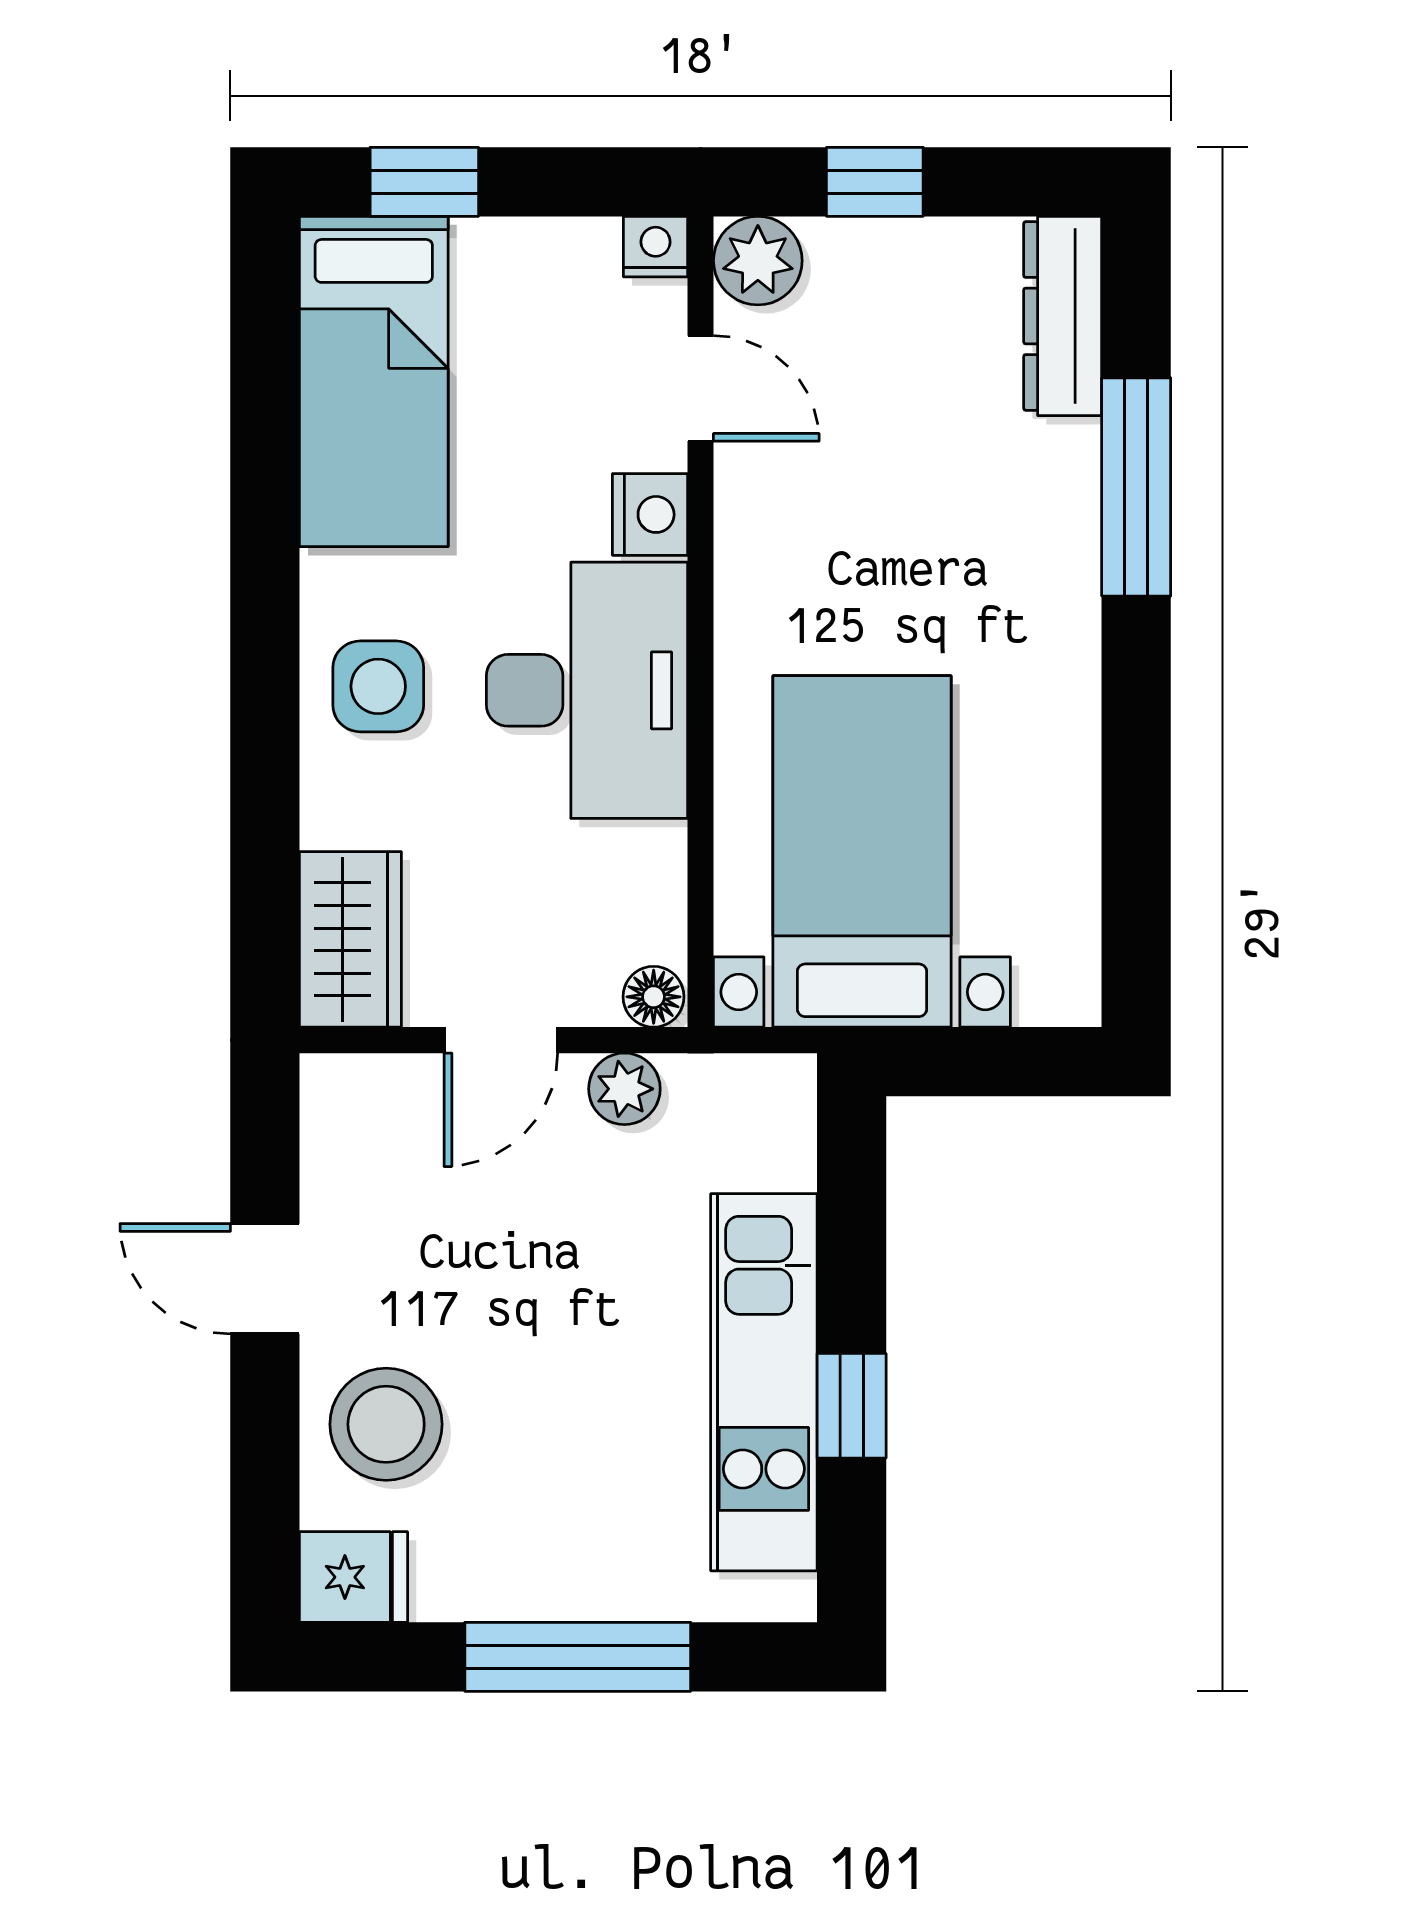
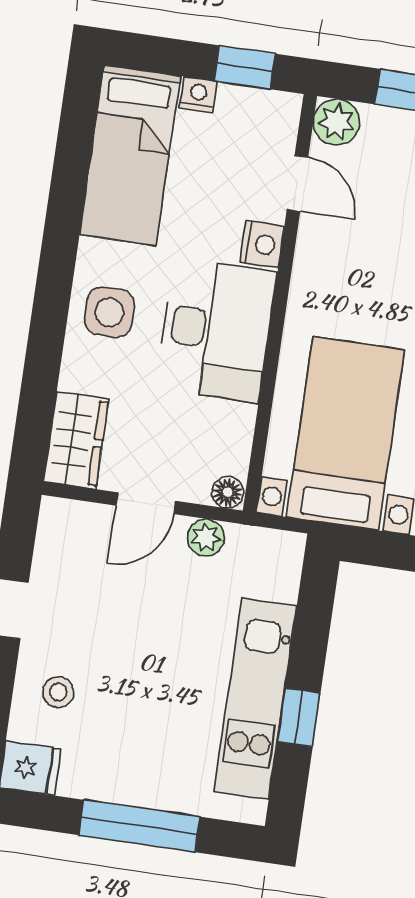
window: (424, 182) -> (244, 67), moved
nightstand: (656, 247) -> (198, 95), moved
stool: (386, 1424) -> (58, 692), width x0.53, depth x0.53

